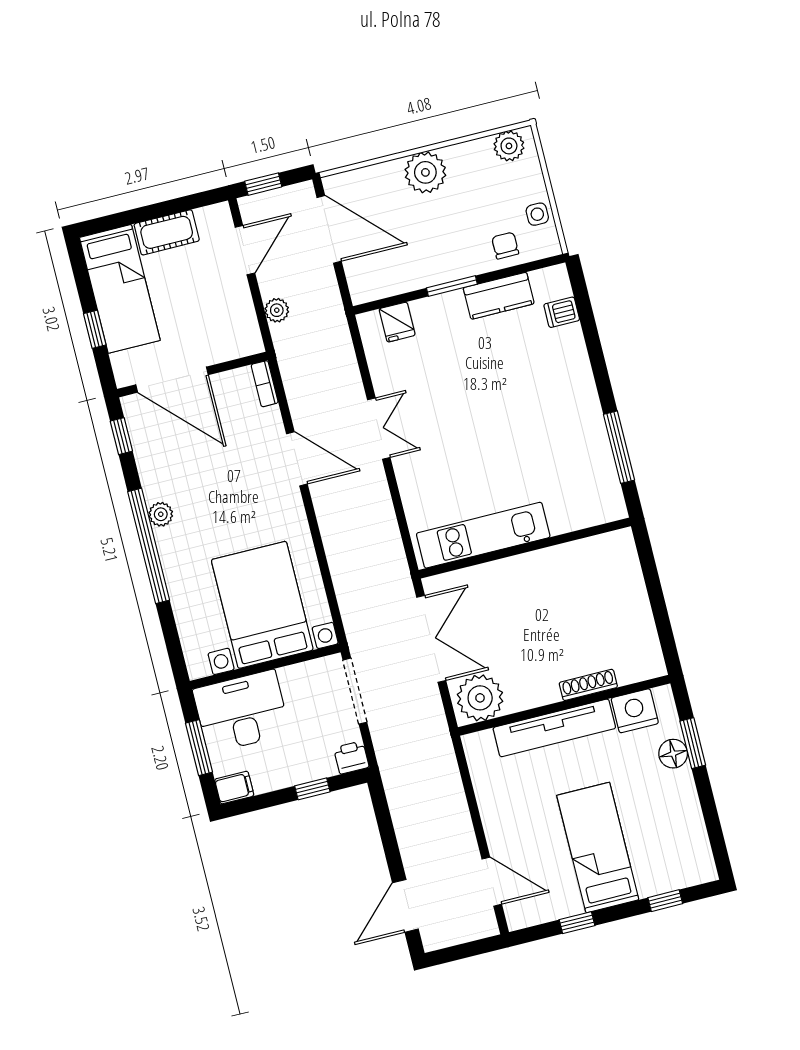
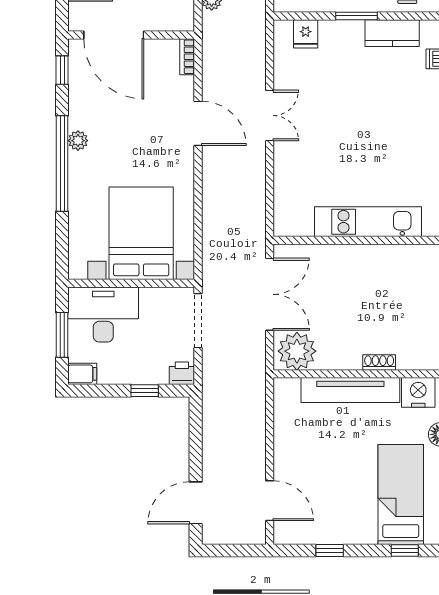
kitchen unit: (483, 535) -> (368, 222), moved
shoe rack: (588, 685) -> (379, 362), width x0.70
bed: (598, 848) -> (401, 494), moved

